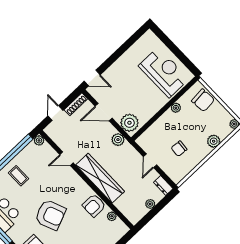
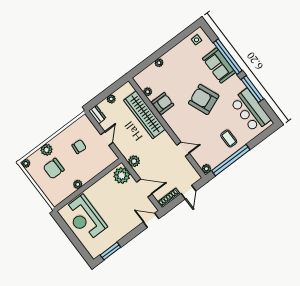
window: (132, 40) -> (110, 251), added
chair: (203, 100) -> (54, 169), moved, turned -85
wardrobe: (100, 178) -> (144, 115), moved

